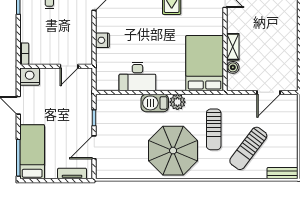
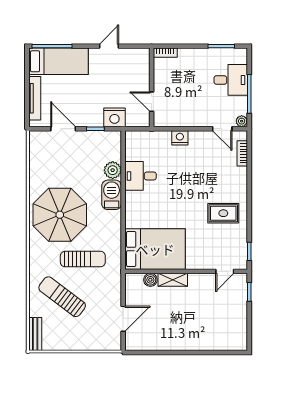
desk: (137, 76) -> (141, 176), width x0.73
nightstand: (30, 77) -> (114, 117), moved, turned 90
door: (269, 92) -> (123, 319), swing flipped
plant: (177, 102) -> (113, 170), moved
sun lounger: (214, 129) -> (83, 259), turned 180
tv unit: (72, 174) -> (35, 98), width x1.41

